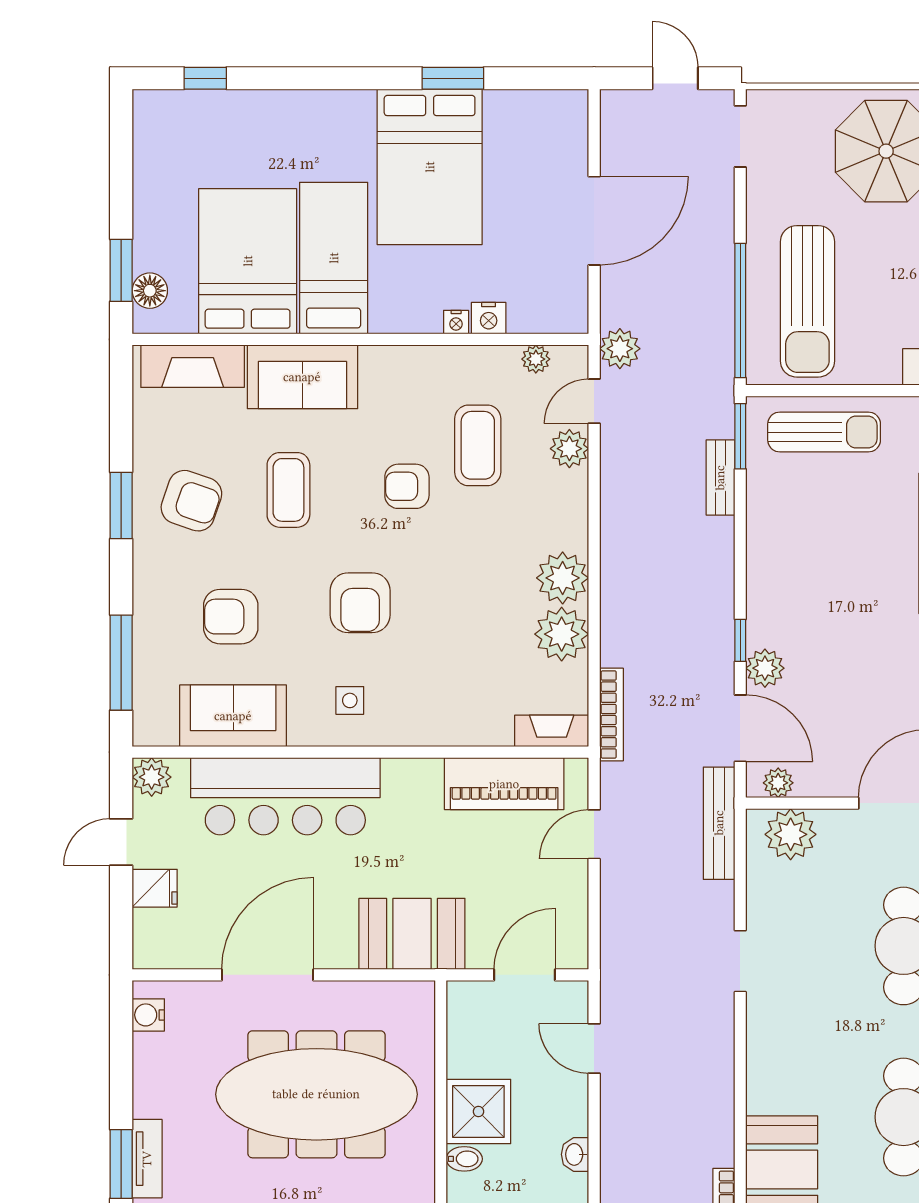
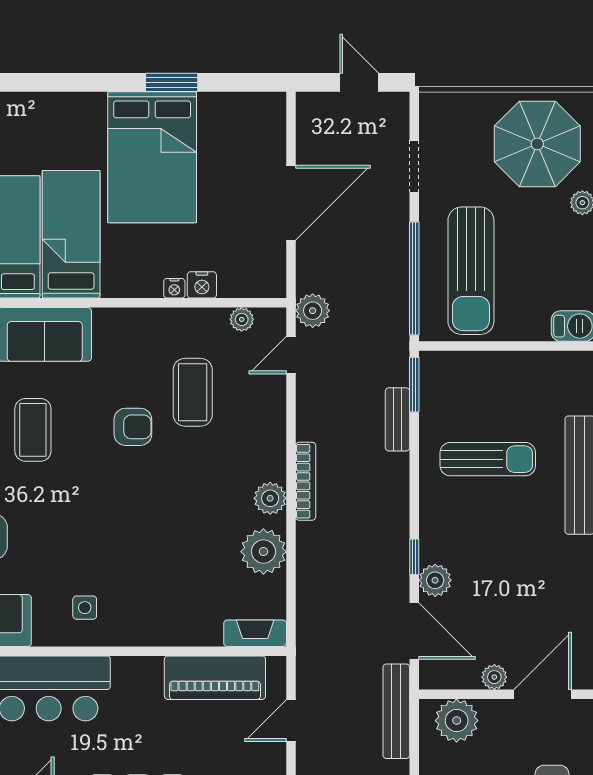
doorway: (740, 136) -> (414, 166), moved
sun lounger: (824, 432) -> (488, 459), moved
plant: (569, 449) -> (270, 395), removed
armchair: (407, 486) -> (133, 427), turned 180
plant: (563, 578) -> (270, 498), width x0.73, depth x0.73
armchair: (360, 603) -> (93, 525), removed
bookcase: (611, 714) -> (306, 481), moved
plant: (778, 783) -> (494, 677), moved

